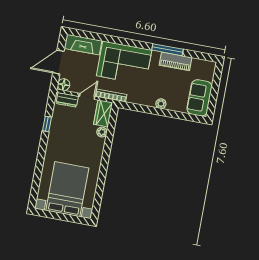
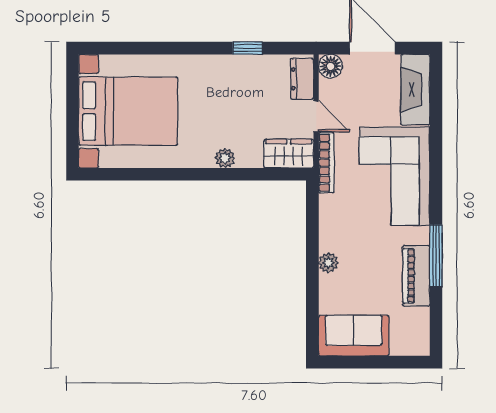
plant: (102, 132) -> (225, 158), moved

